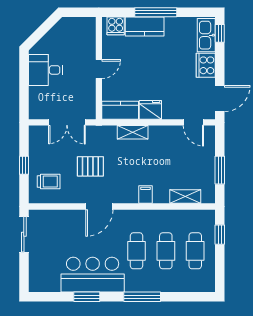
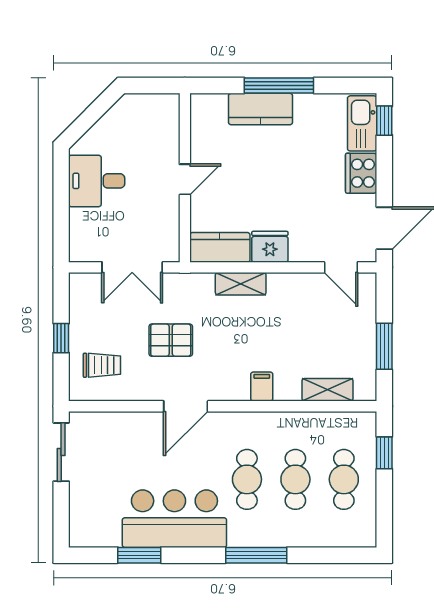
cooker: (116, 26) -> (212, 108), removed
window: (87, 297) -> (139, 555), moved

